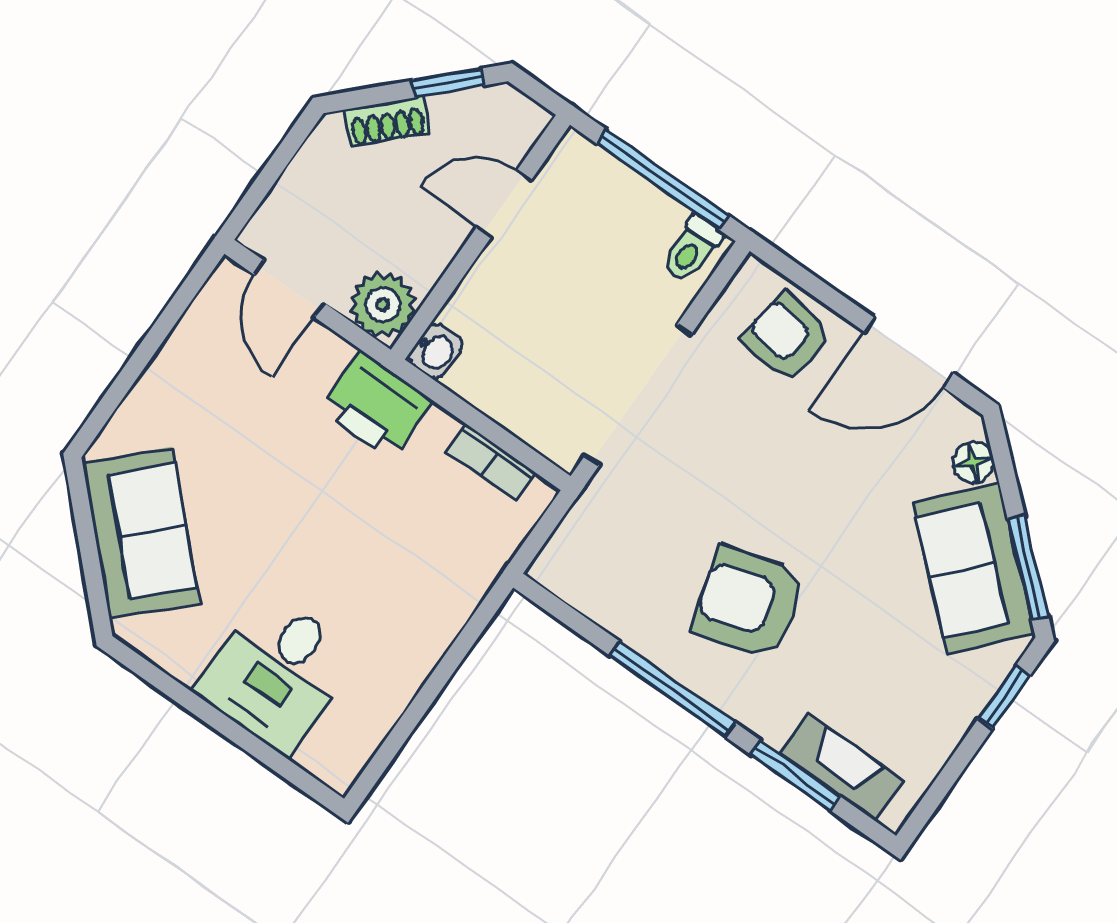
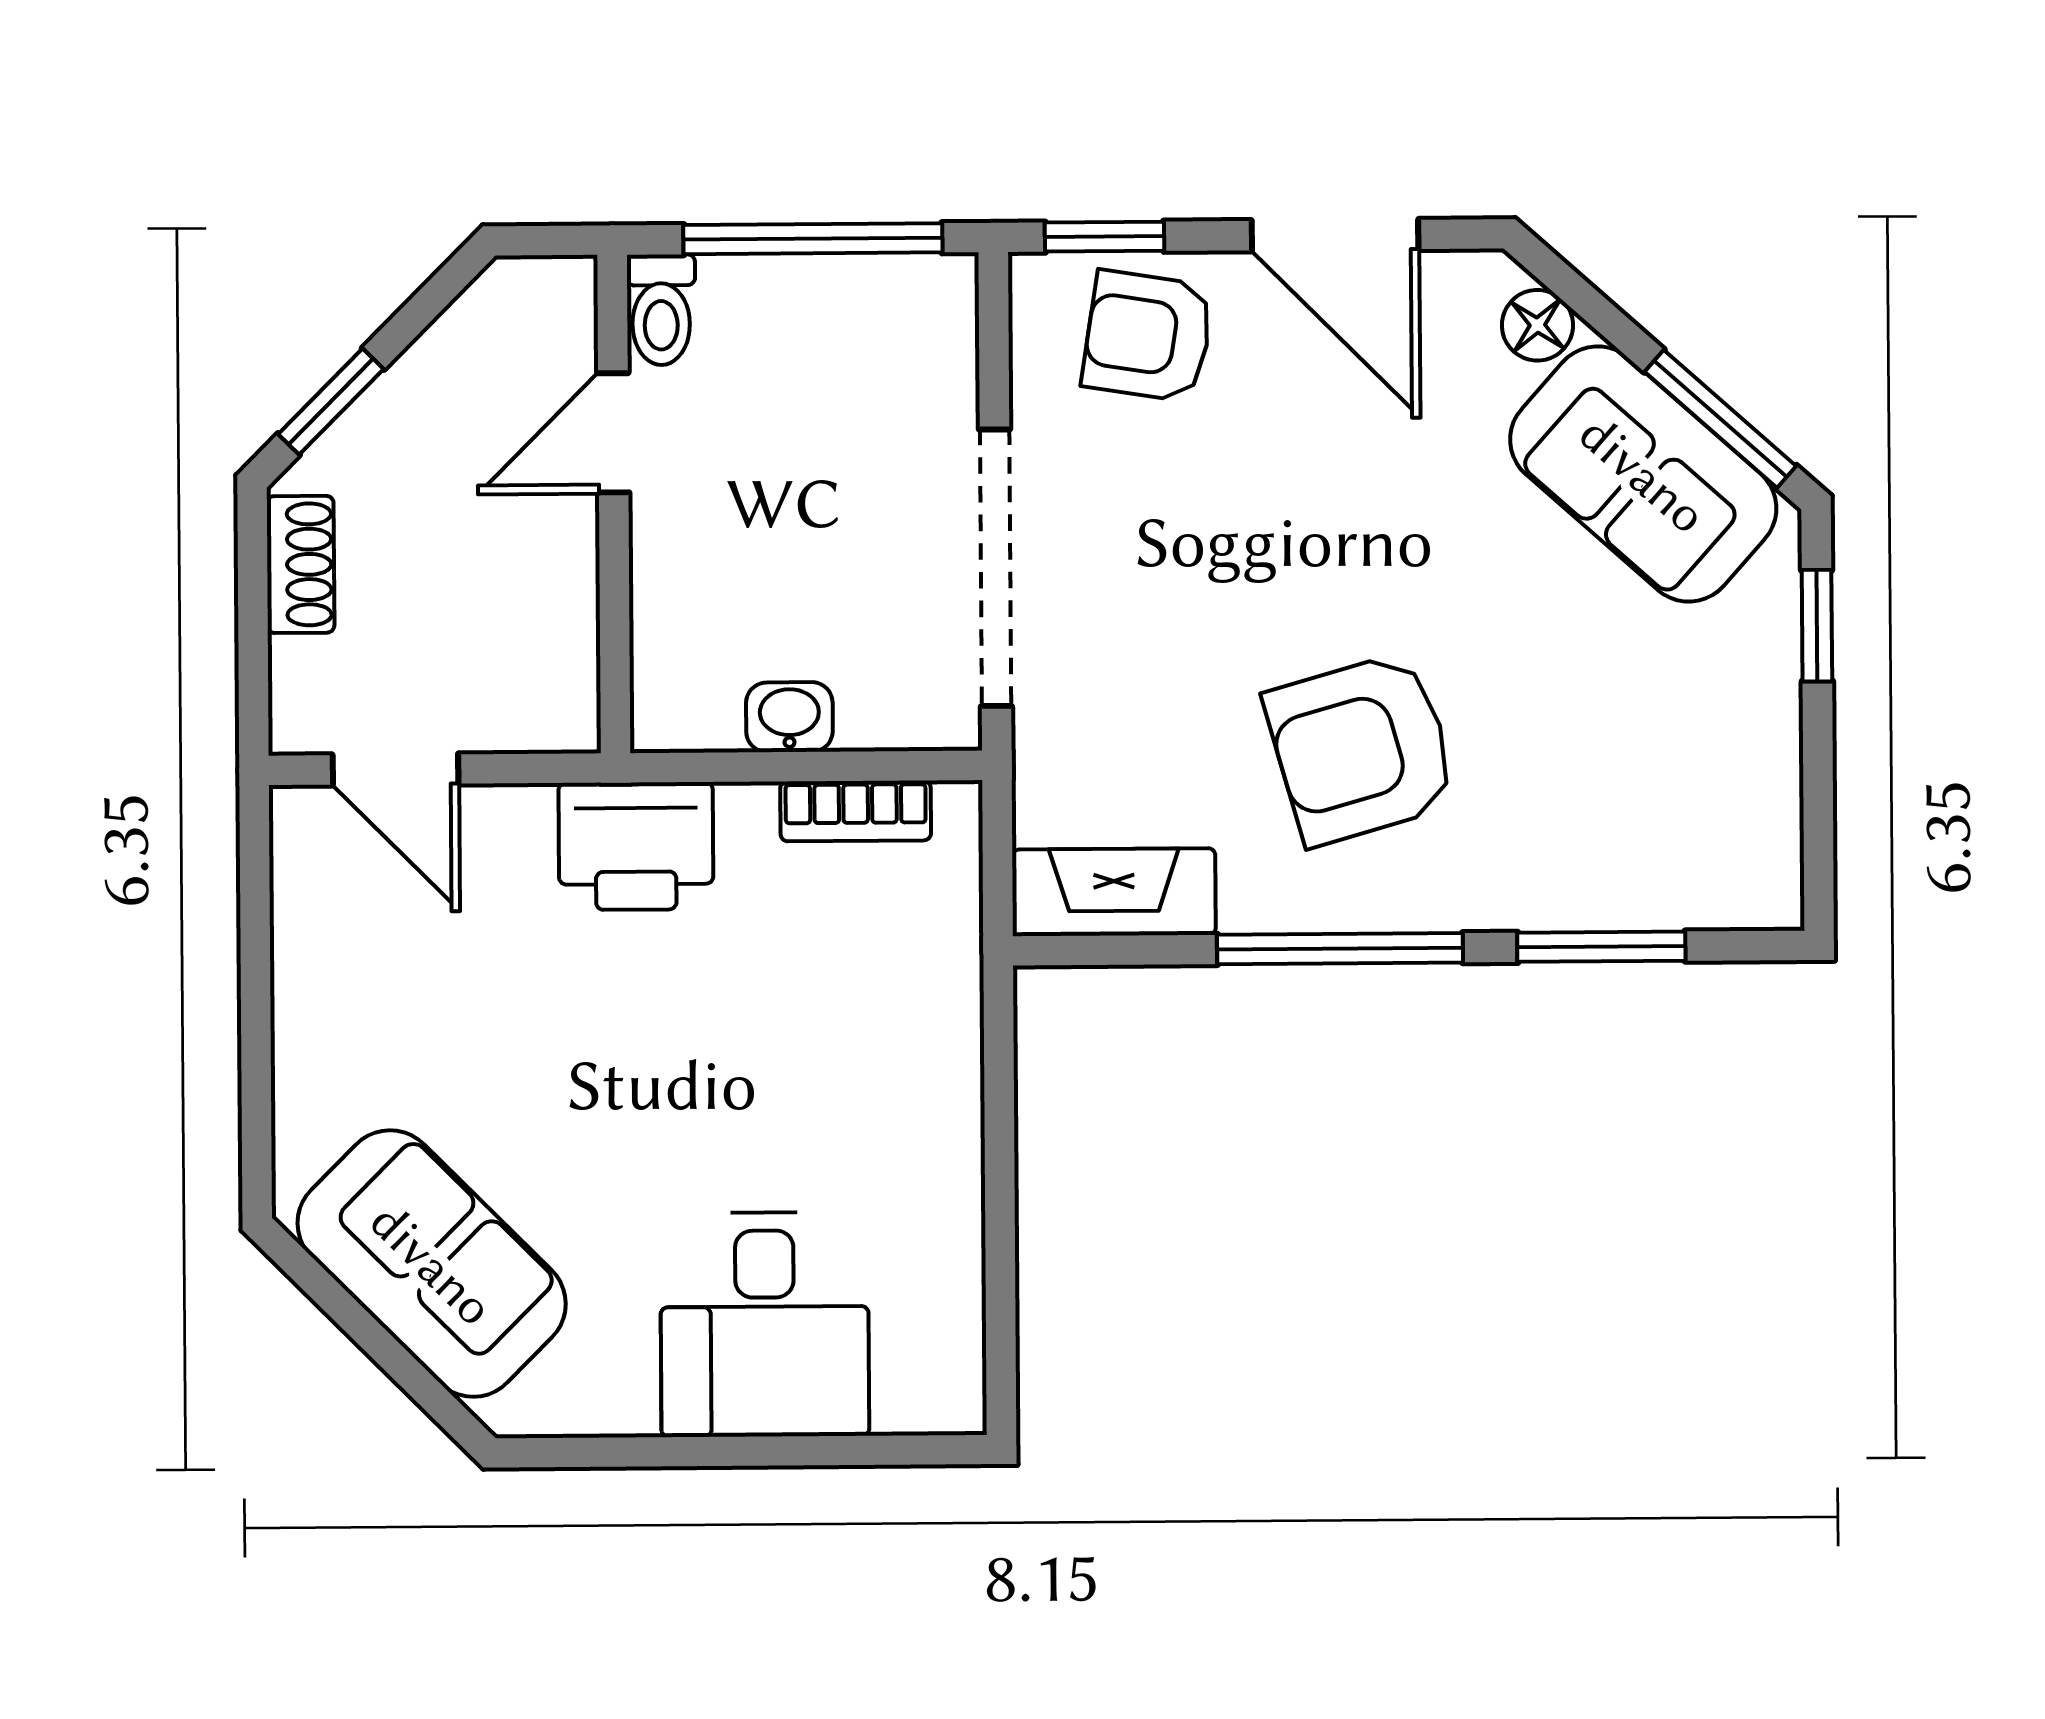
window: (448, 83) -> (331, 402), moved
shoe rack: (387, 122) -> (301, 564), moved, turned -45
toilet: (692, 249) -> (661, 310), moved
window: (800, 276) -> (1104, 237), added
plant: (383, 305) -> (544, 697), removed
washbasin: (436, 351) -> (789, 717), moved, turned -90
door: (909, 352) -> (1335, 235), hinge flipped
fireplace: (841, 767) -> (1114, 892), moved

